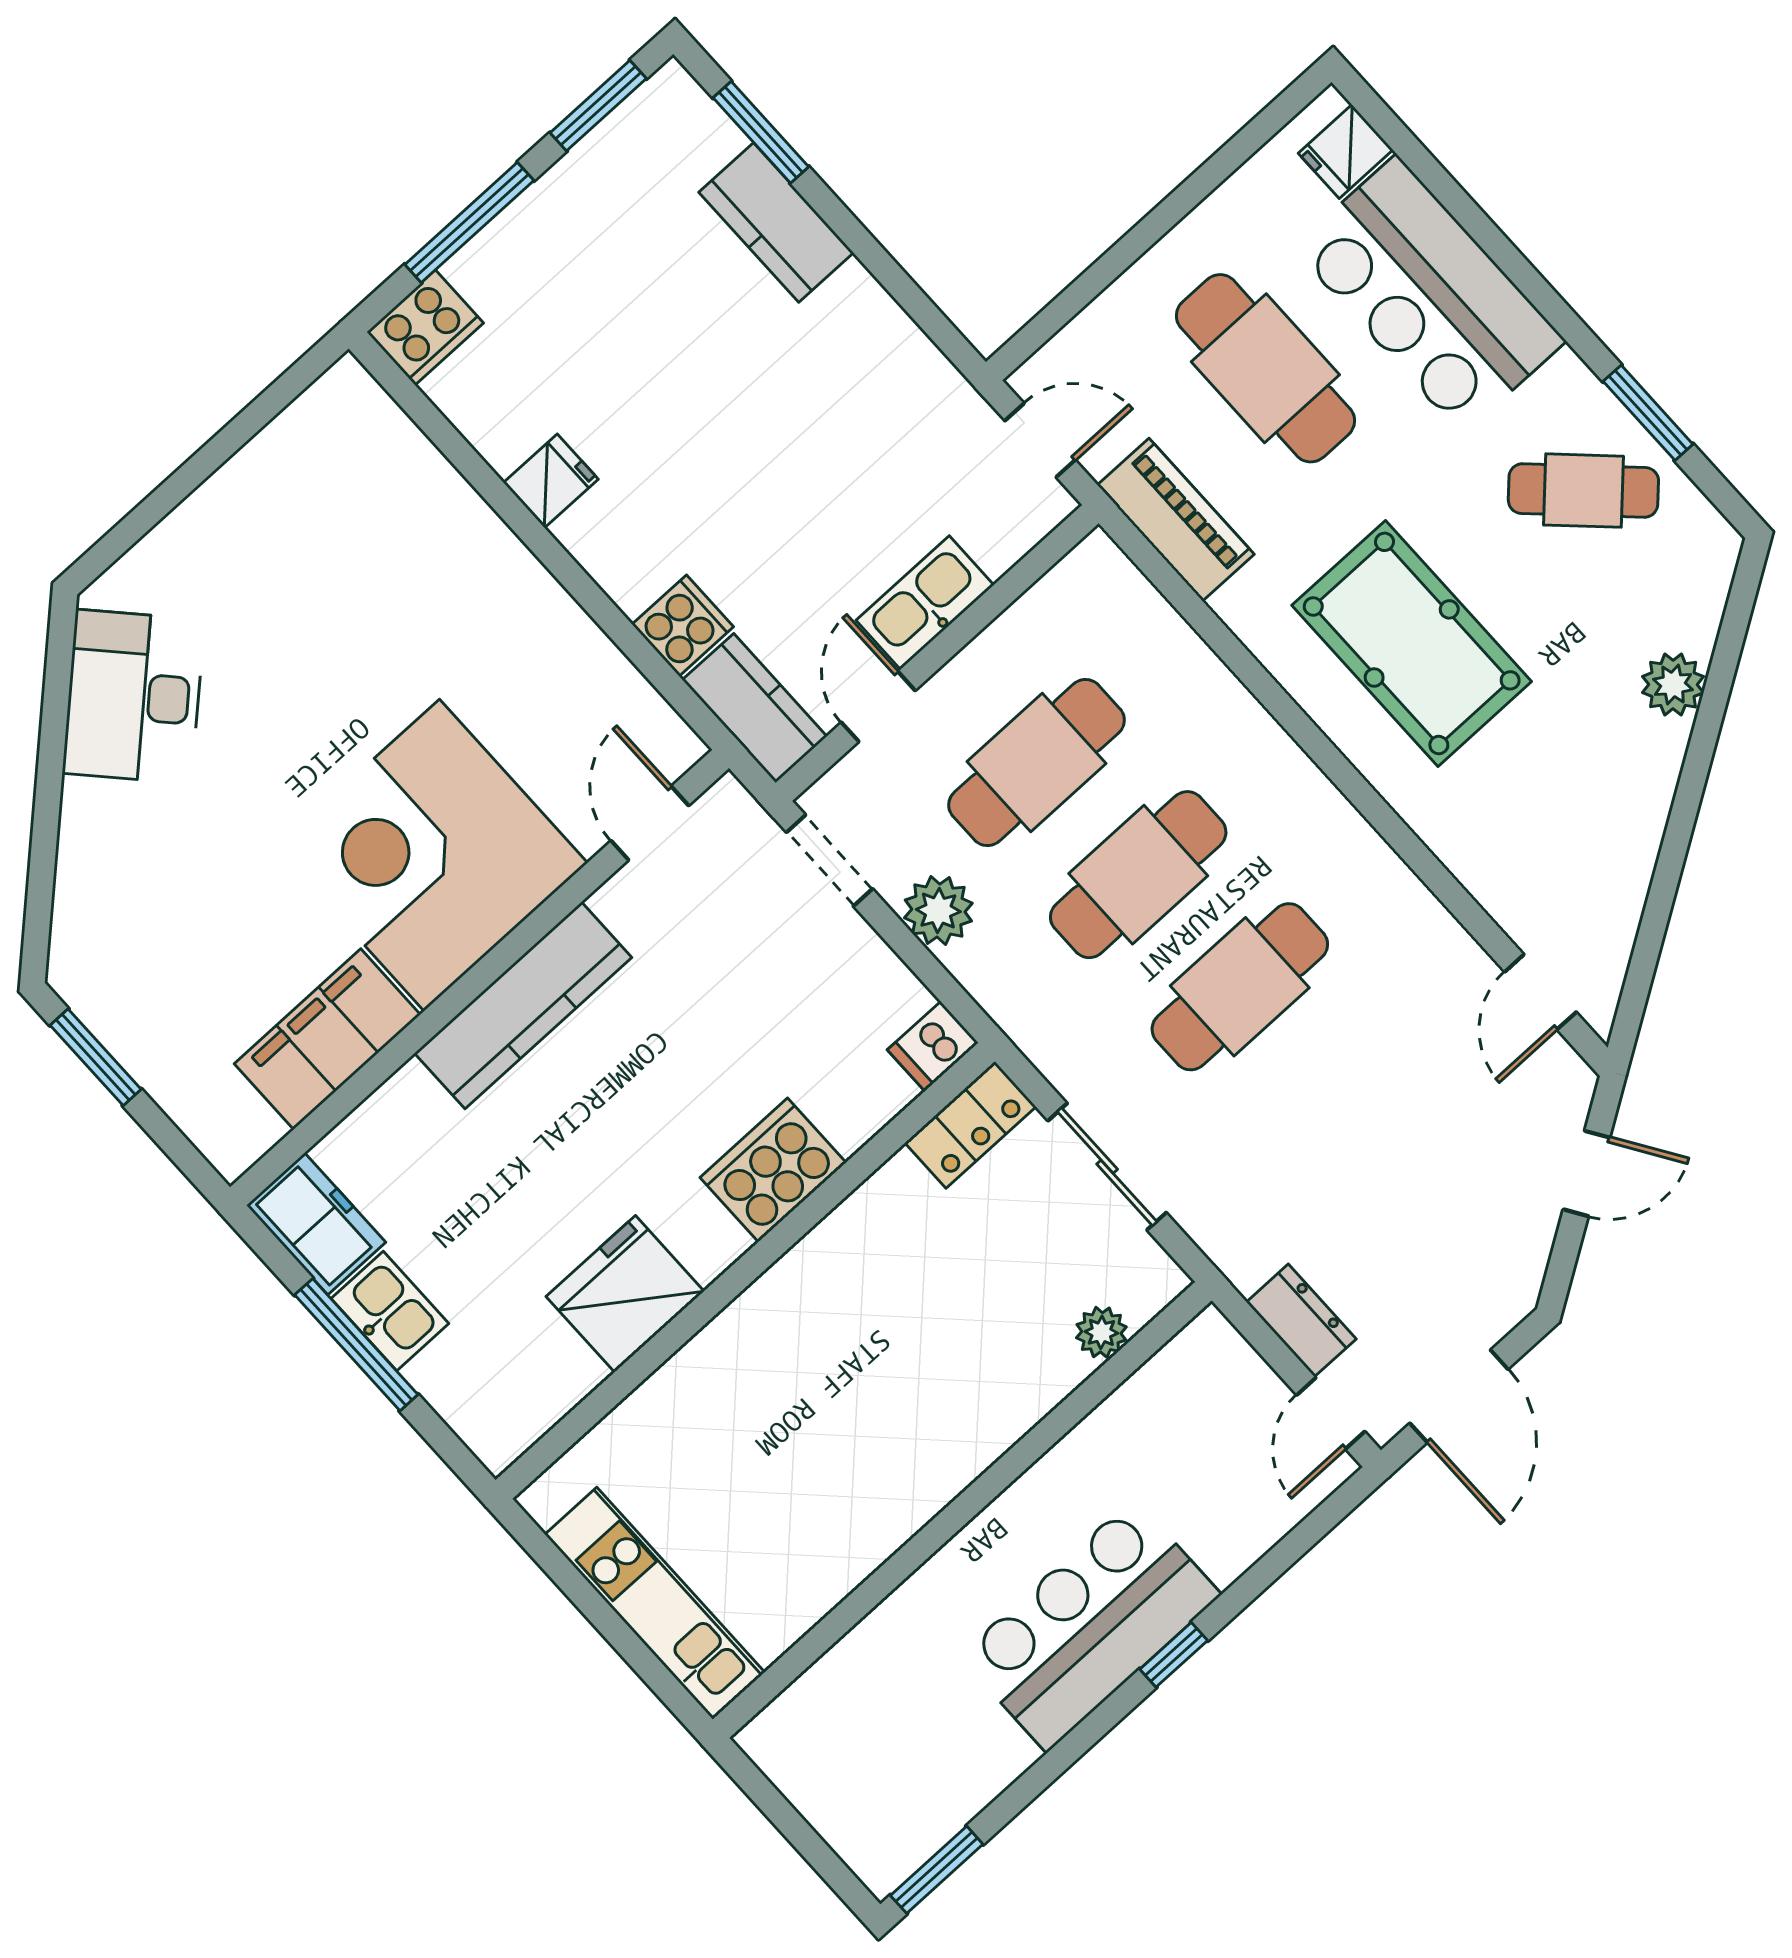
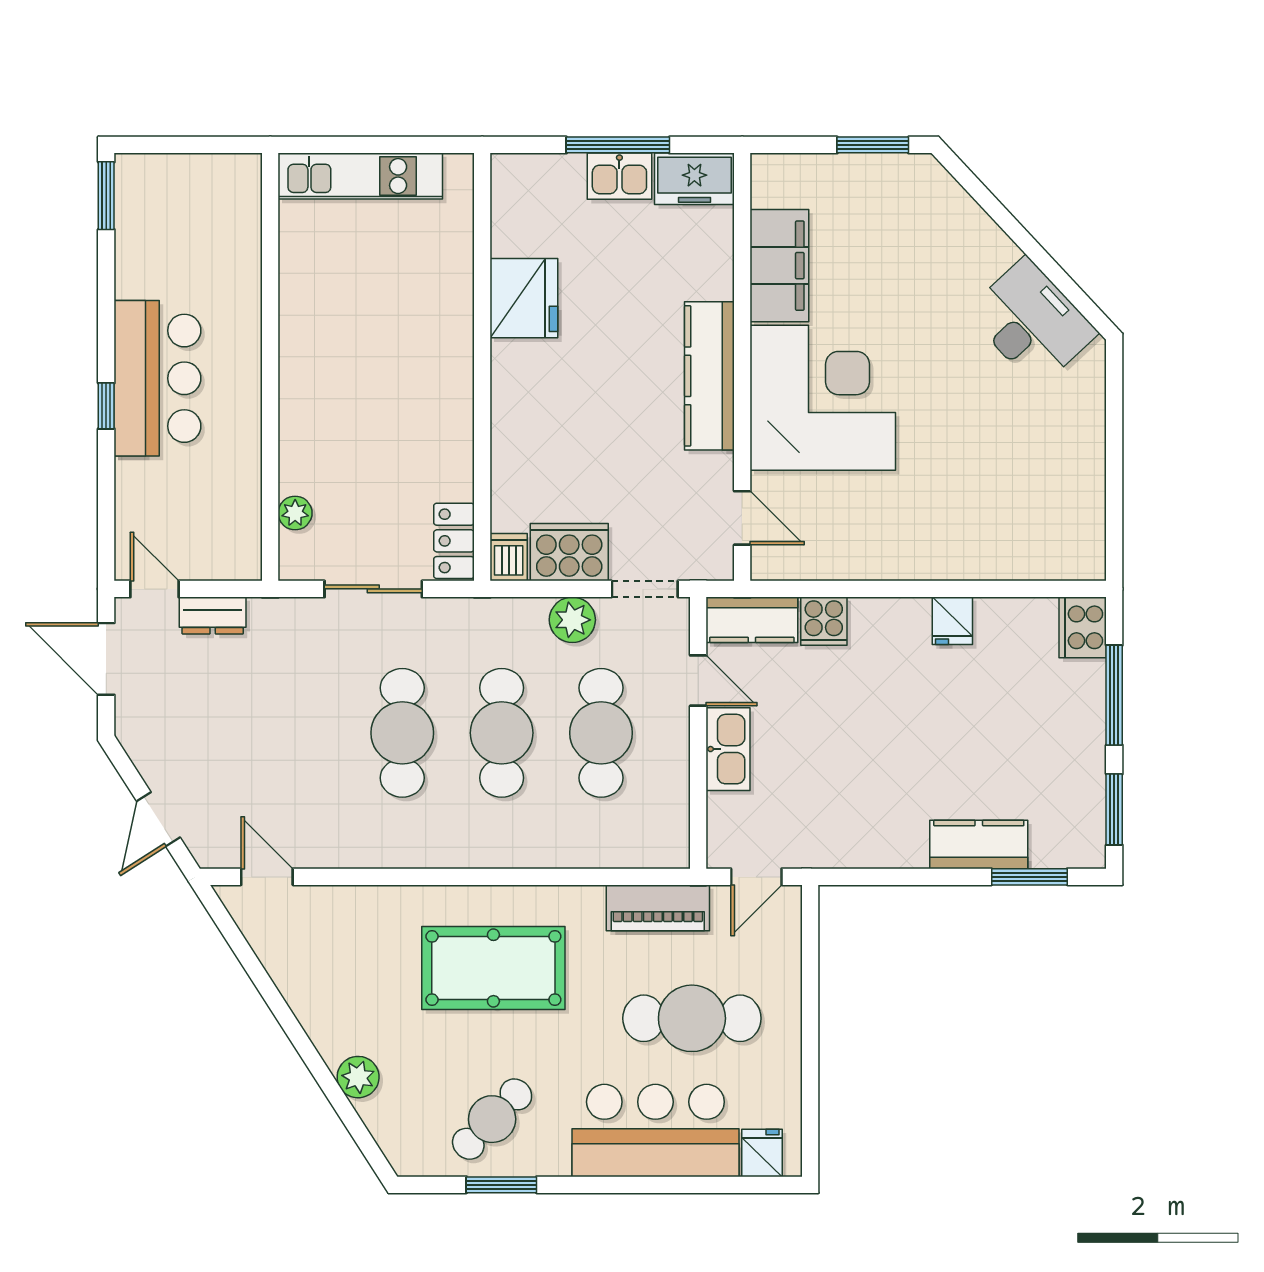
cooker: (773, 1170) -> (569, 552), moved, turned -90

